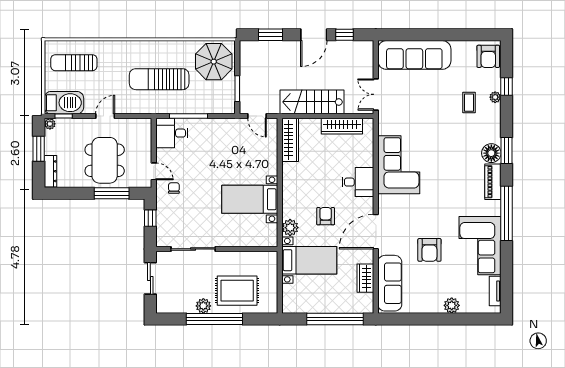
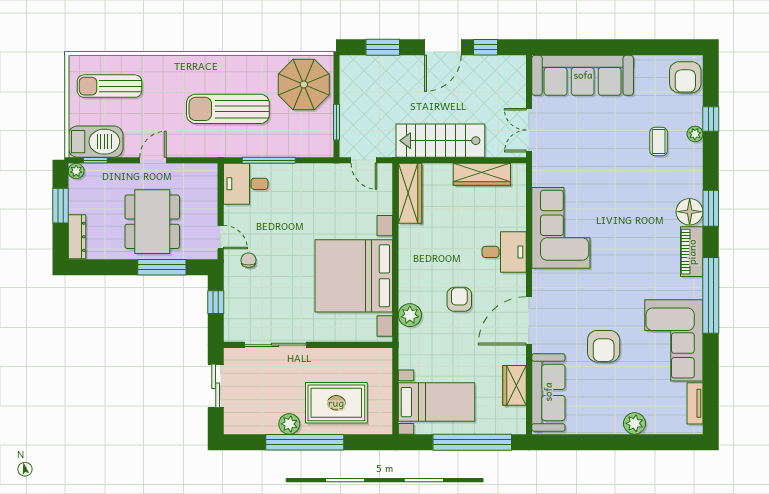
bed with nightstands: (250, 199) -> (354, 276), width x1.85
bed with nightstands: (309, 260) -> (437, 402), moved

